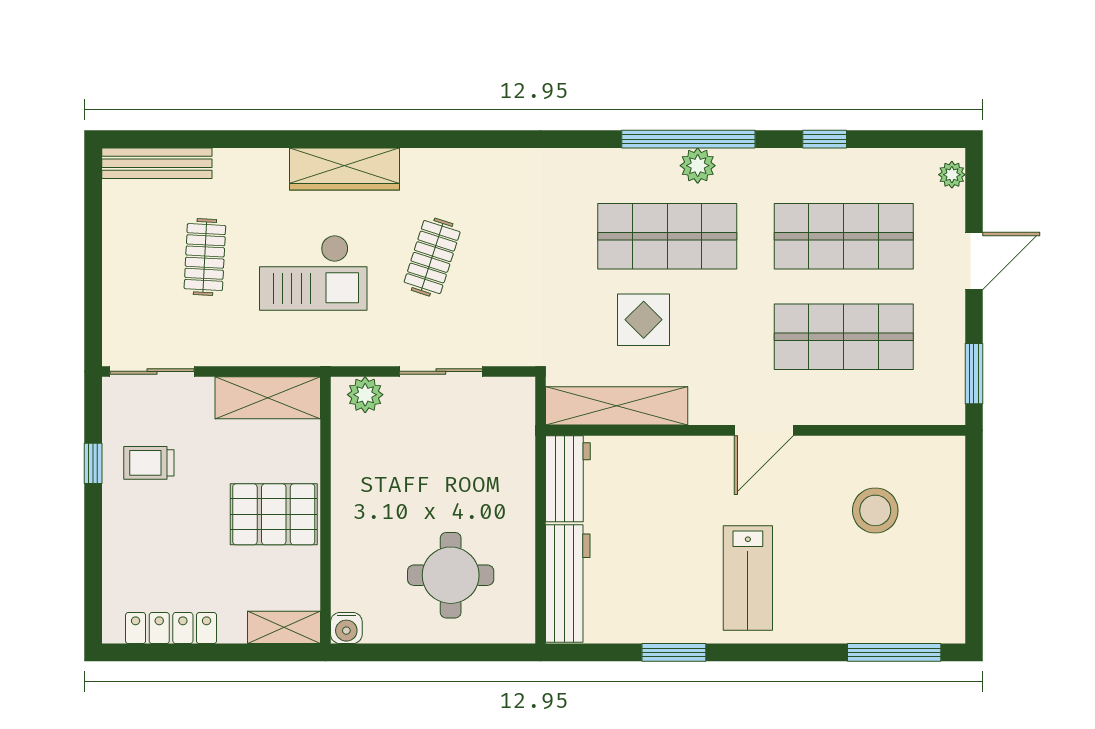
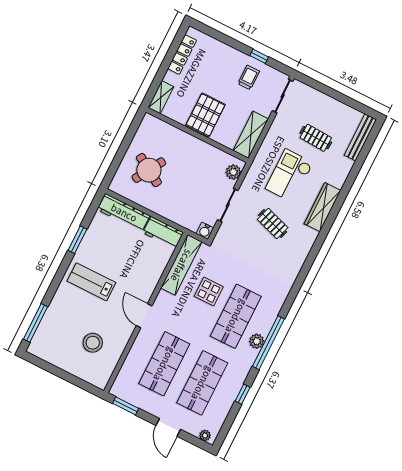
round table: (451, 575) -> (149, 170), turned 31
water cooler: (346, 628) -> (205, 231), moved, turned -90

